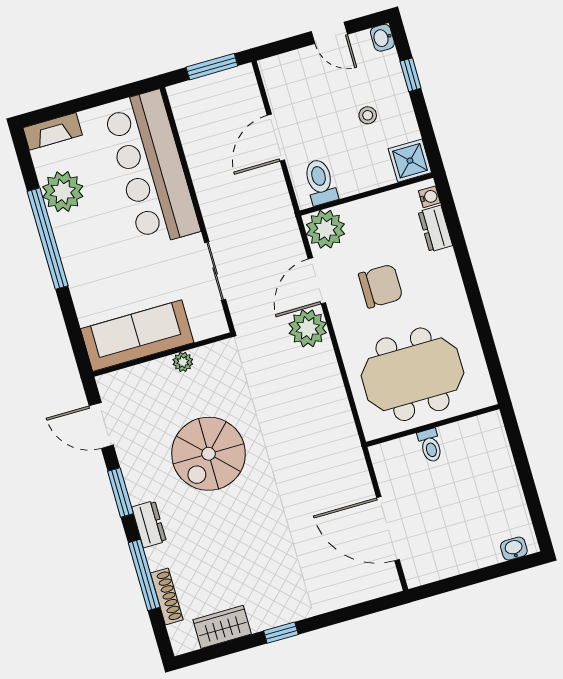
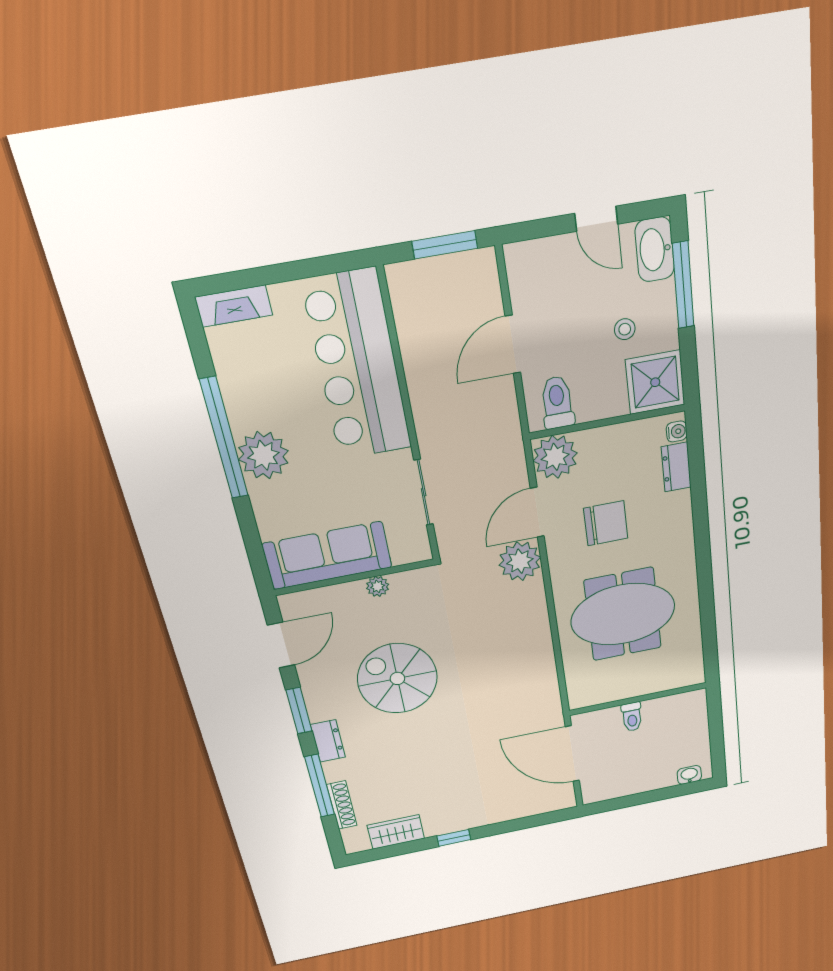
washbasin: (382, 38) -> (655, 249), width x1.91, depth x1.45
window: (411, 75) -> (683, 285), width x2.17
shower: (410, 161) -> (655, 382), width x1.36, depth x1.36
plant: (63, 192) -> (263, 455), moved
door: (101, 425) -> (281, 645), swing flipped
wall: (433, 425) -> (638, 699), moved
toilet: (430, 446) -> (632, 717), moved
spiral stairs: (209, 454) -> (397, 678), turned 90

